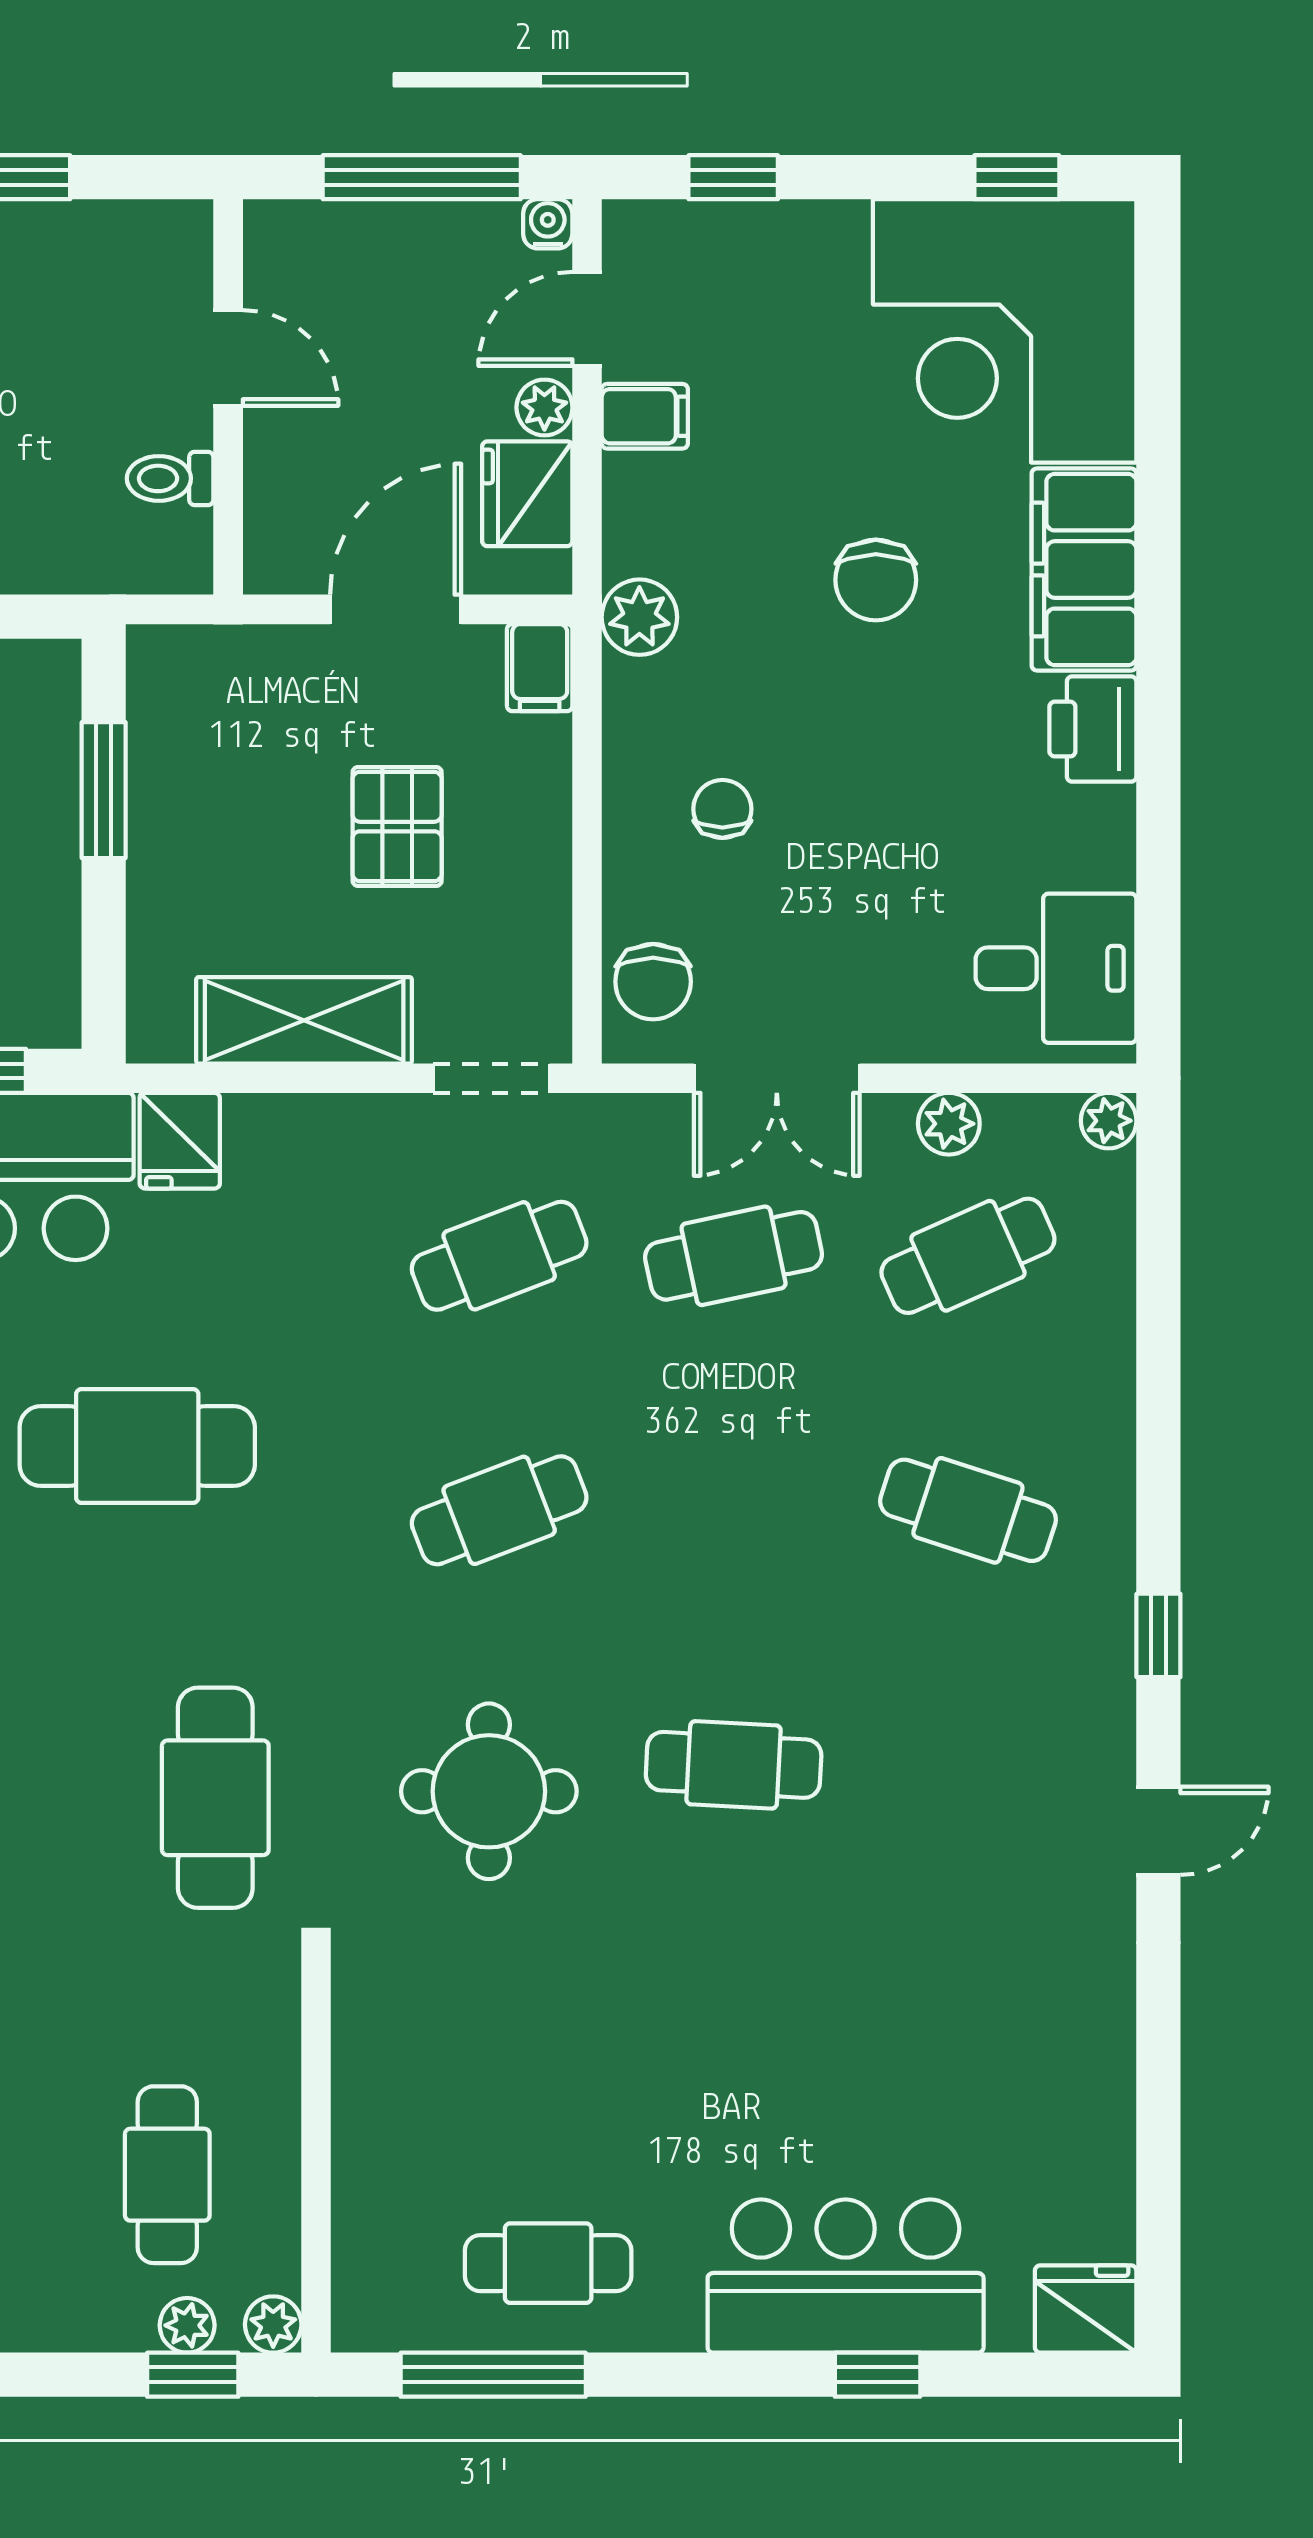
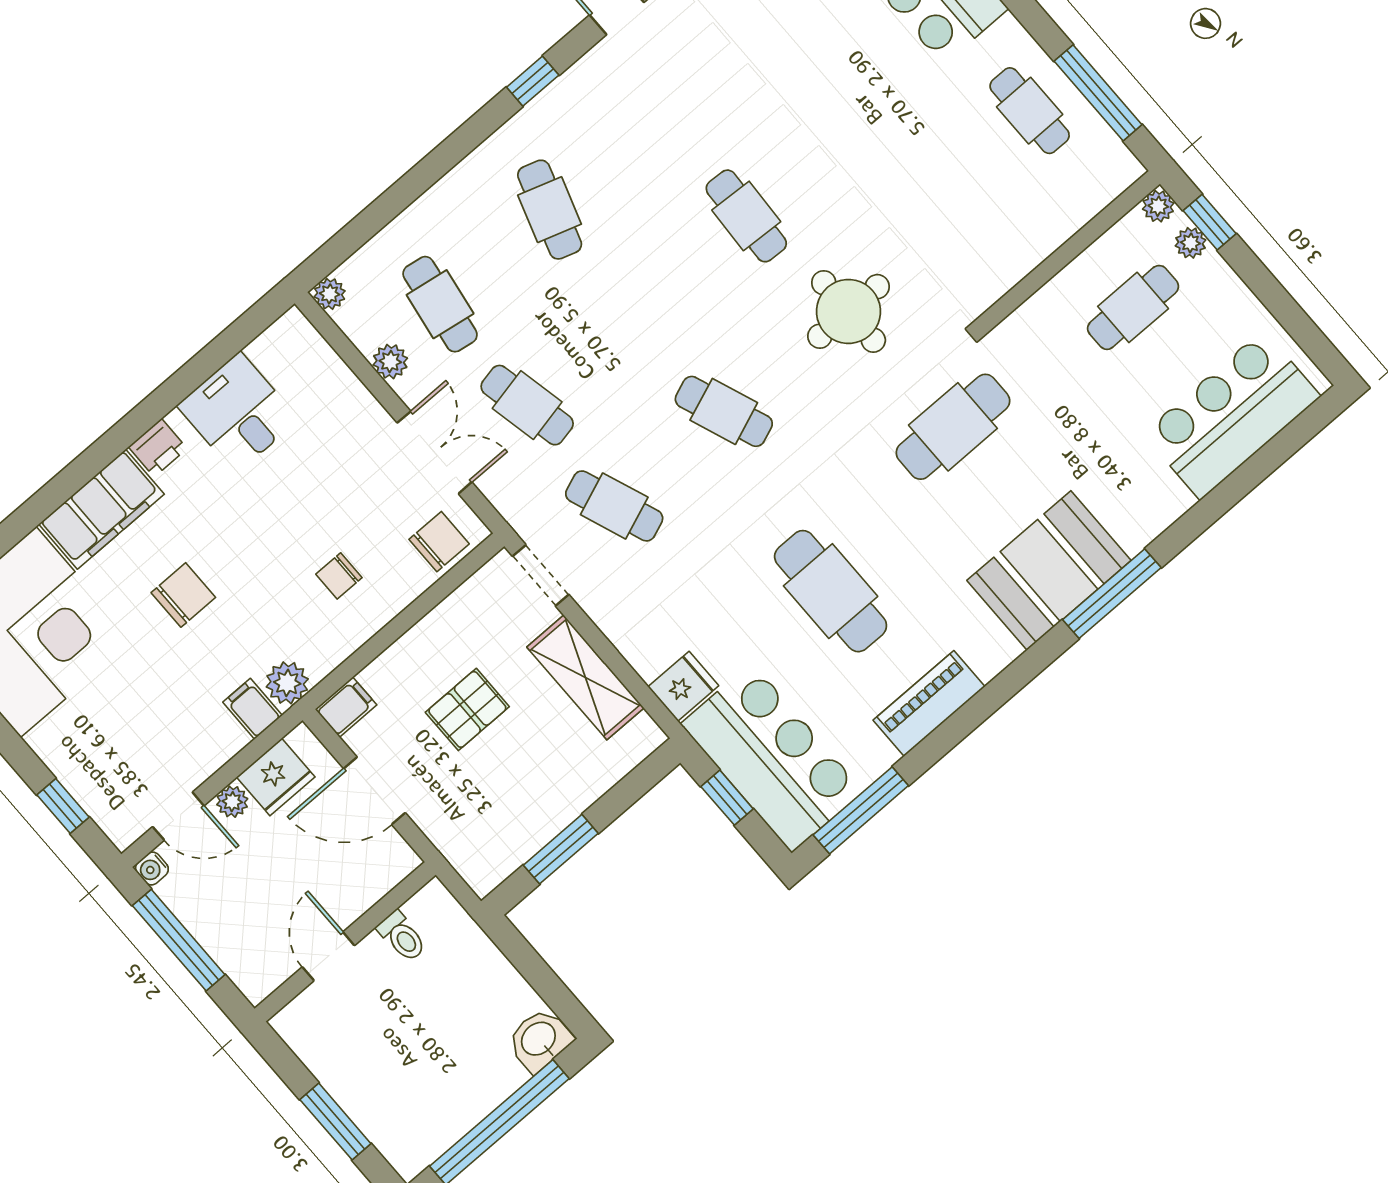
filing cabinet: (645, 416) -> (253, 709), moved
printer: (1093, 729) -> (158, 448), width x0.73, depth x0.81
desk: (1056, 968) -> (238, 413), moved
cafe table: (968, 1256) -> (440, 304), turned 33

